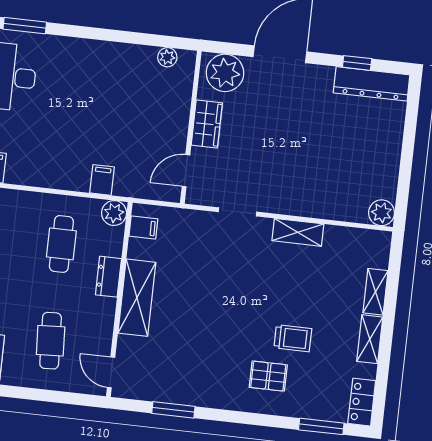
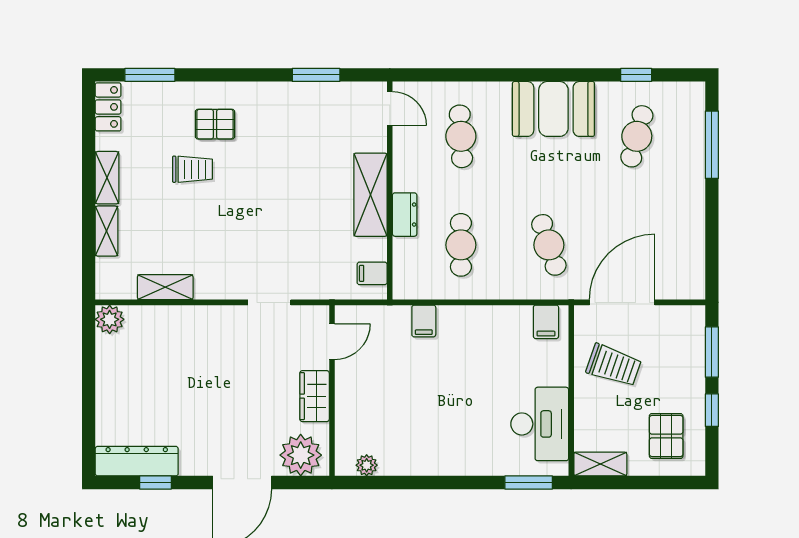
plant: (114, 213) -> (406, 286), removed
shelving: (298, 232) -> (165, 287), moved
trolley: (293, 338) -> (192, 169), turned 180

